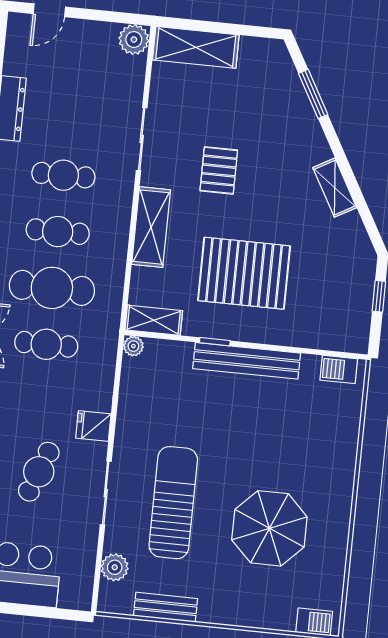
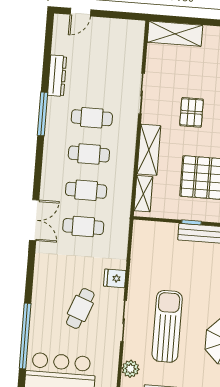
plant: (134, 40) -> (135, 30), removed
cafe table: (52, 288) -> (86, 190), width x0.73, depth x0.74
shelving: (154, 320) -> (143, 194), moved, turned 90
plant: (133, 346) -> (139, 226), removed

